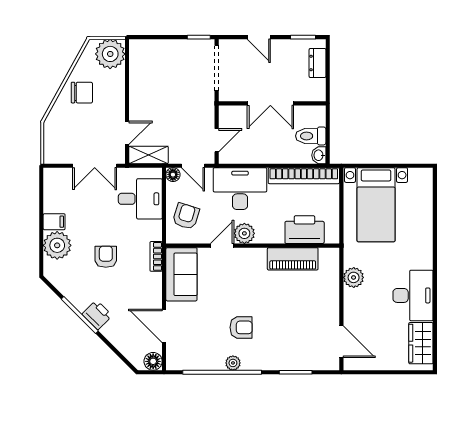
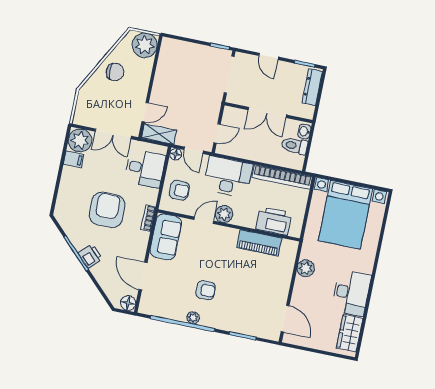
dresser: (317, 63) -> (312, 87), width x1.44
washbasin: (319, 155) -> (304, 131), moved
bed with nightstands: (376, 205) -> (345, 215), width x1.36
armchair: (186, 216) -> (179, 190), turned 73
filing cabinet: (54, 222) -> (74, 159), moved
plant: (57, 245) -> (80, 140), moved
armchair: (106, 257) -> (107, 210), width x1.88, depth x1.88

